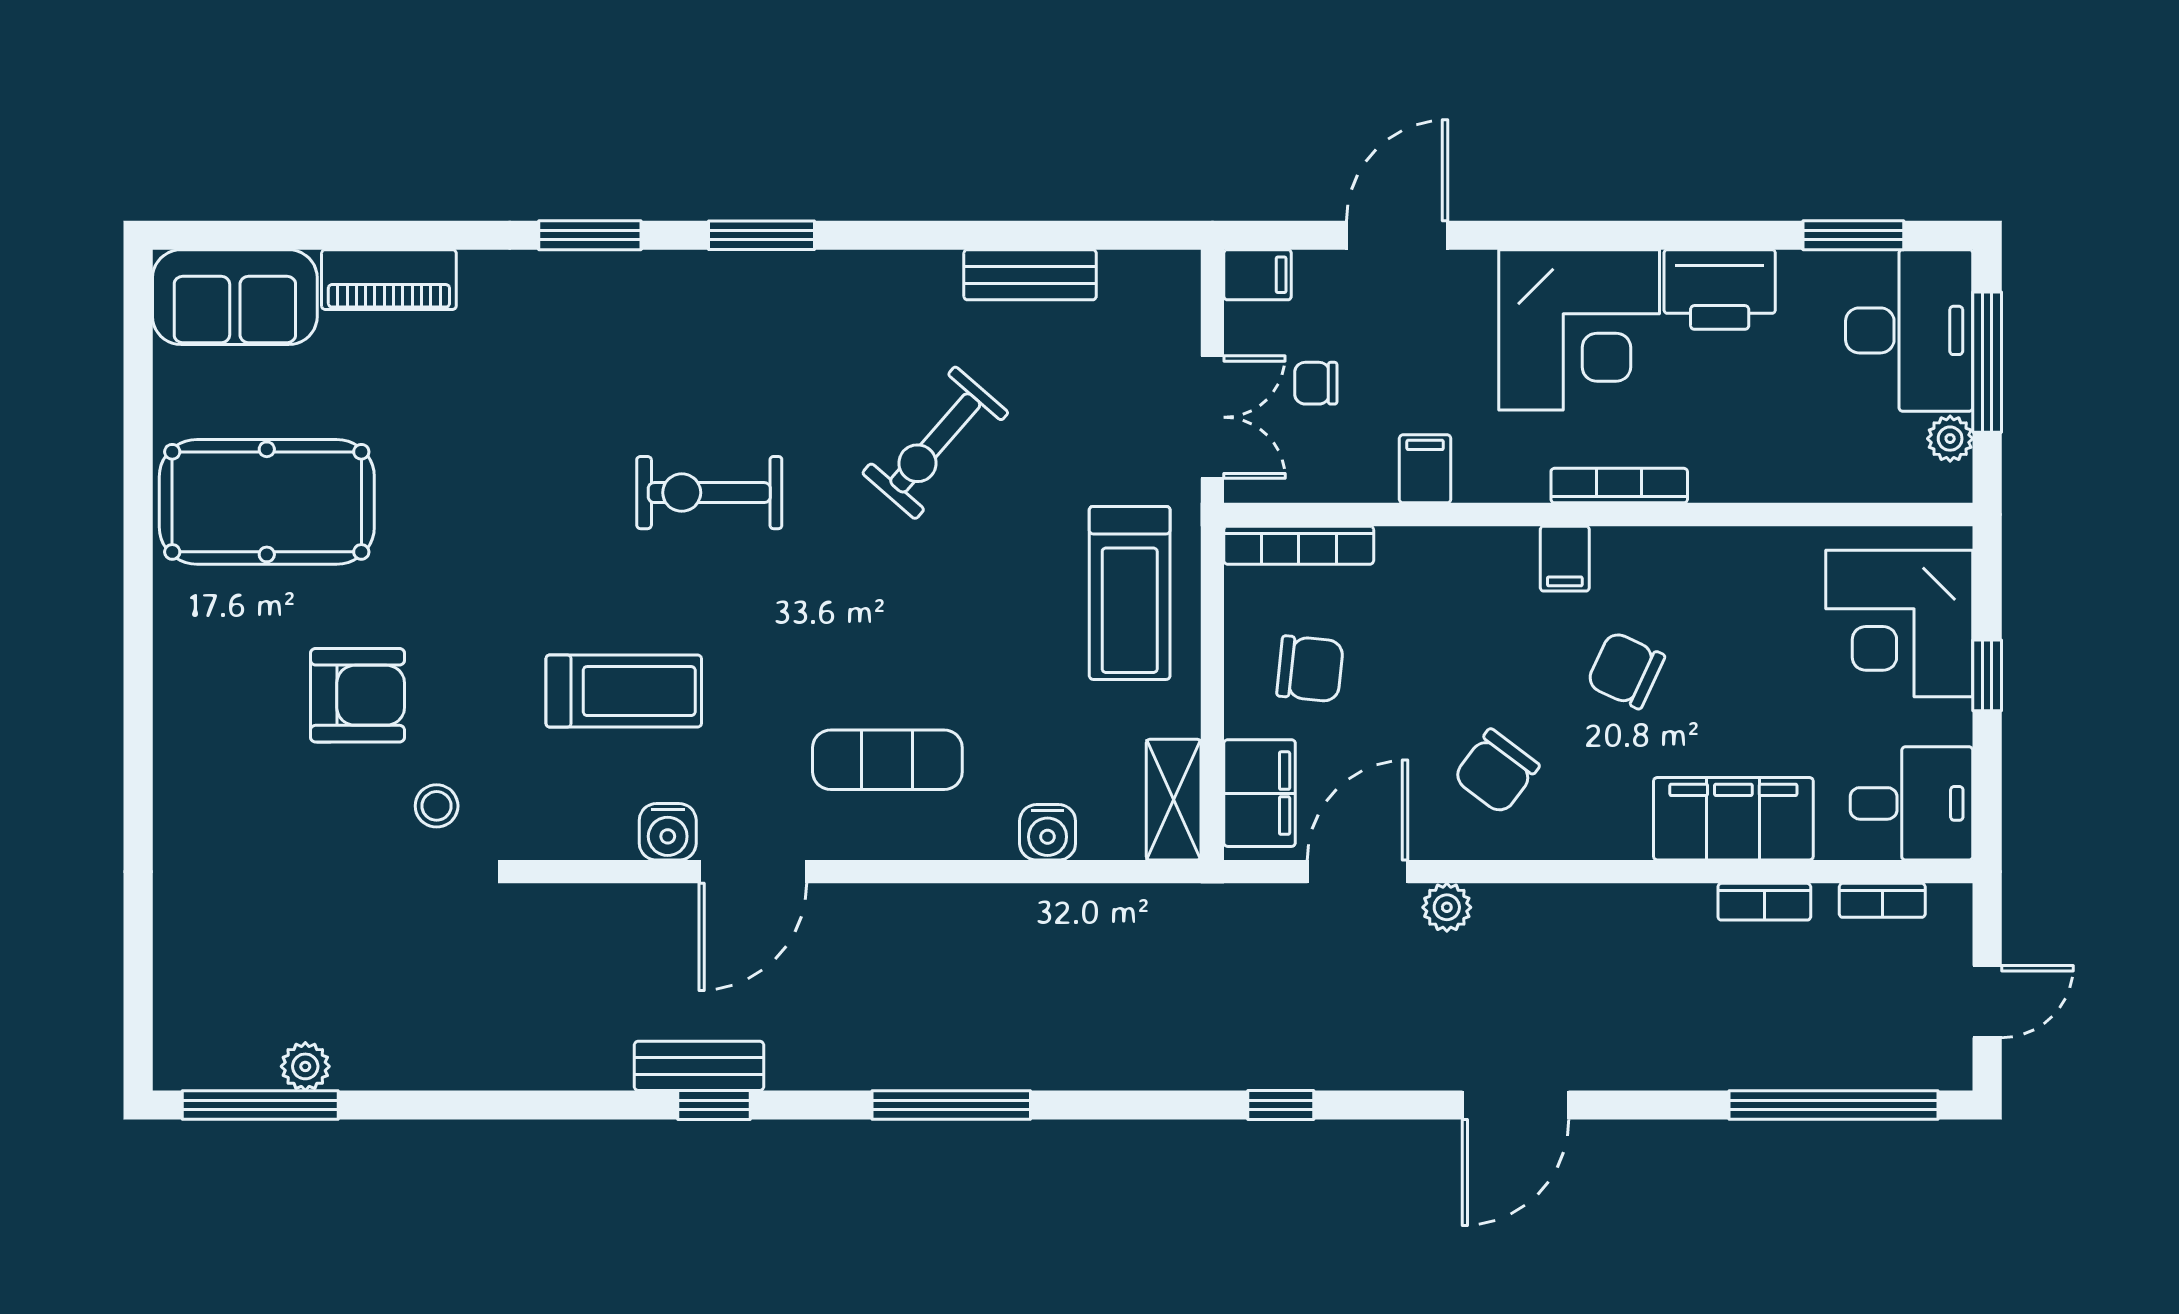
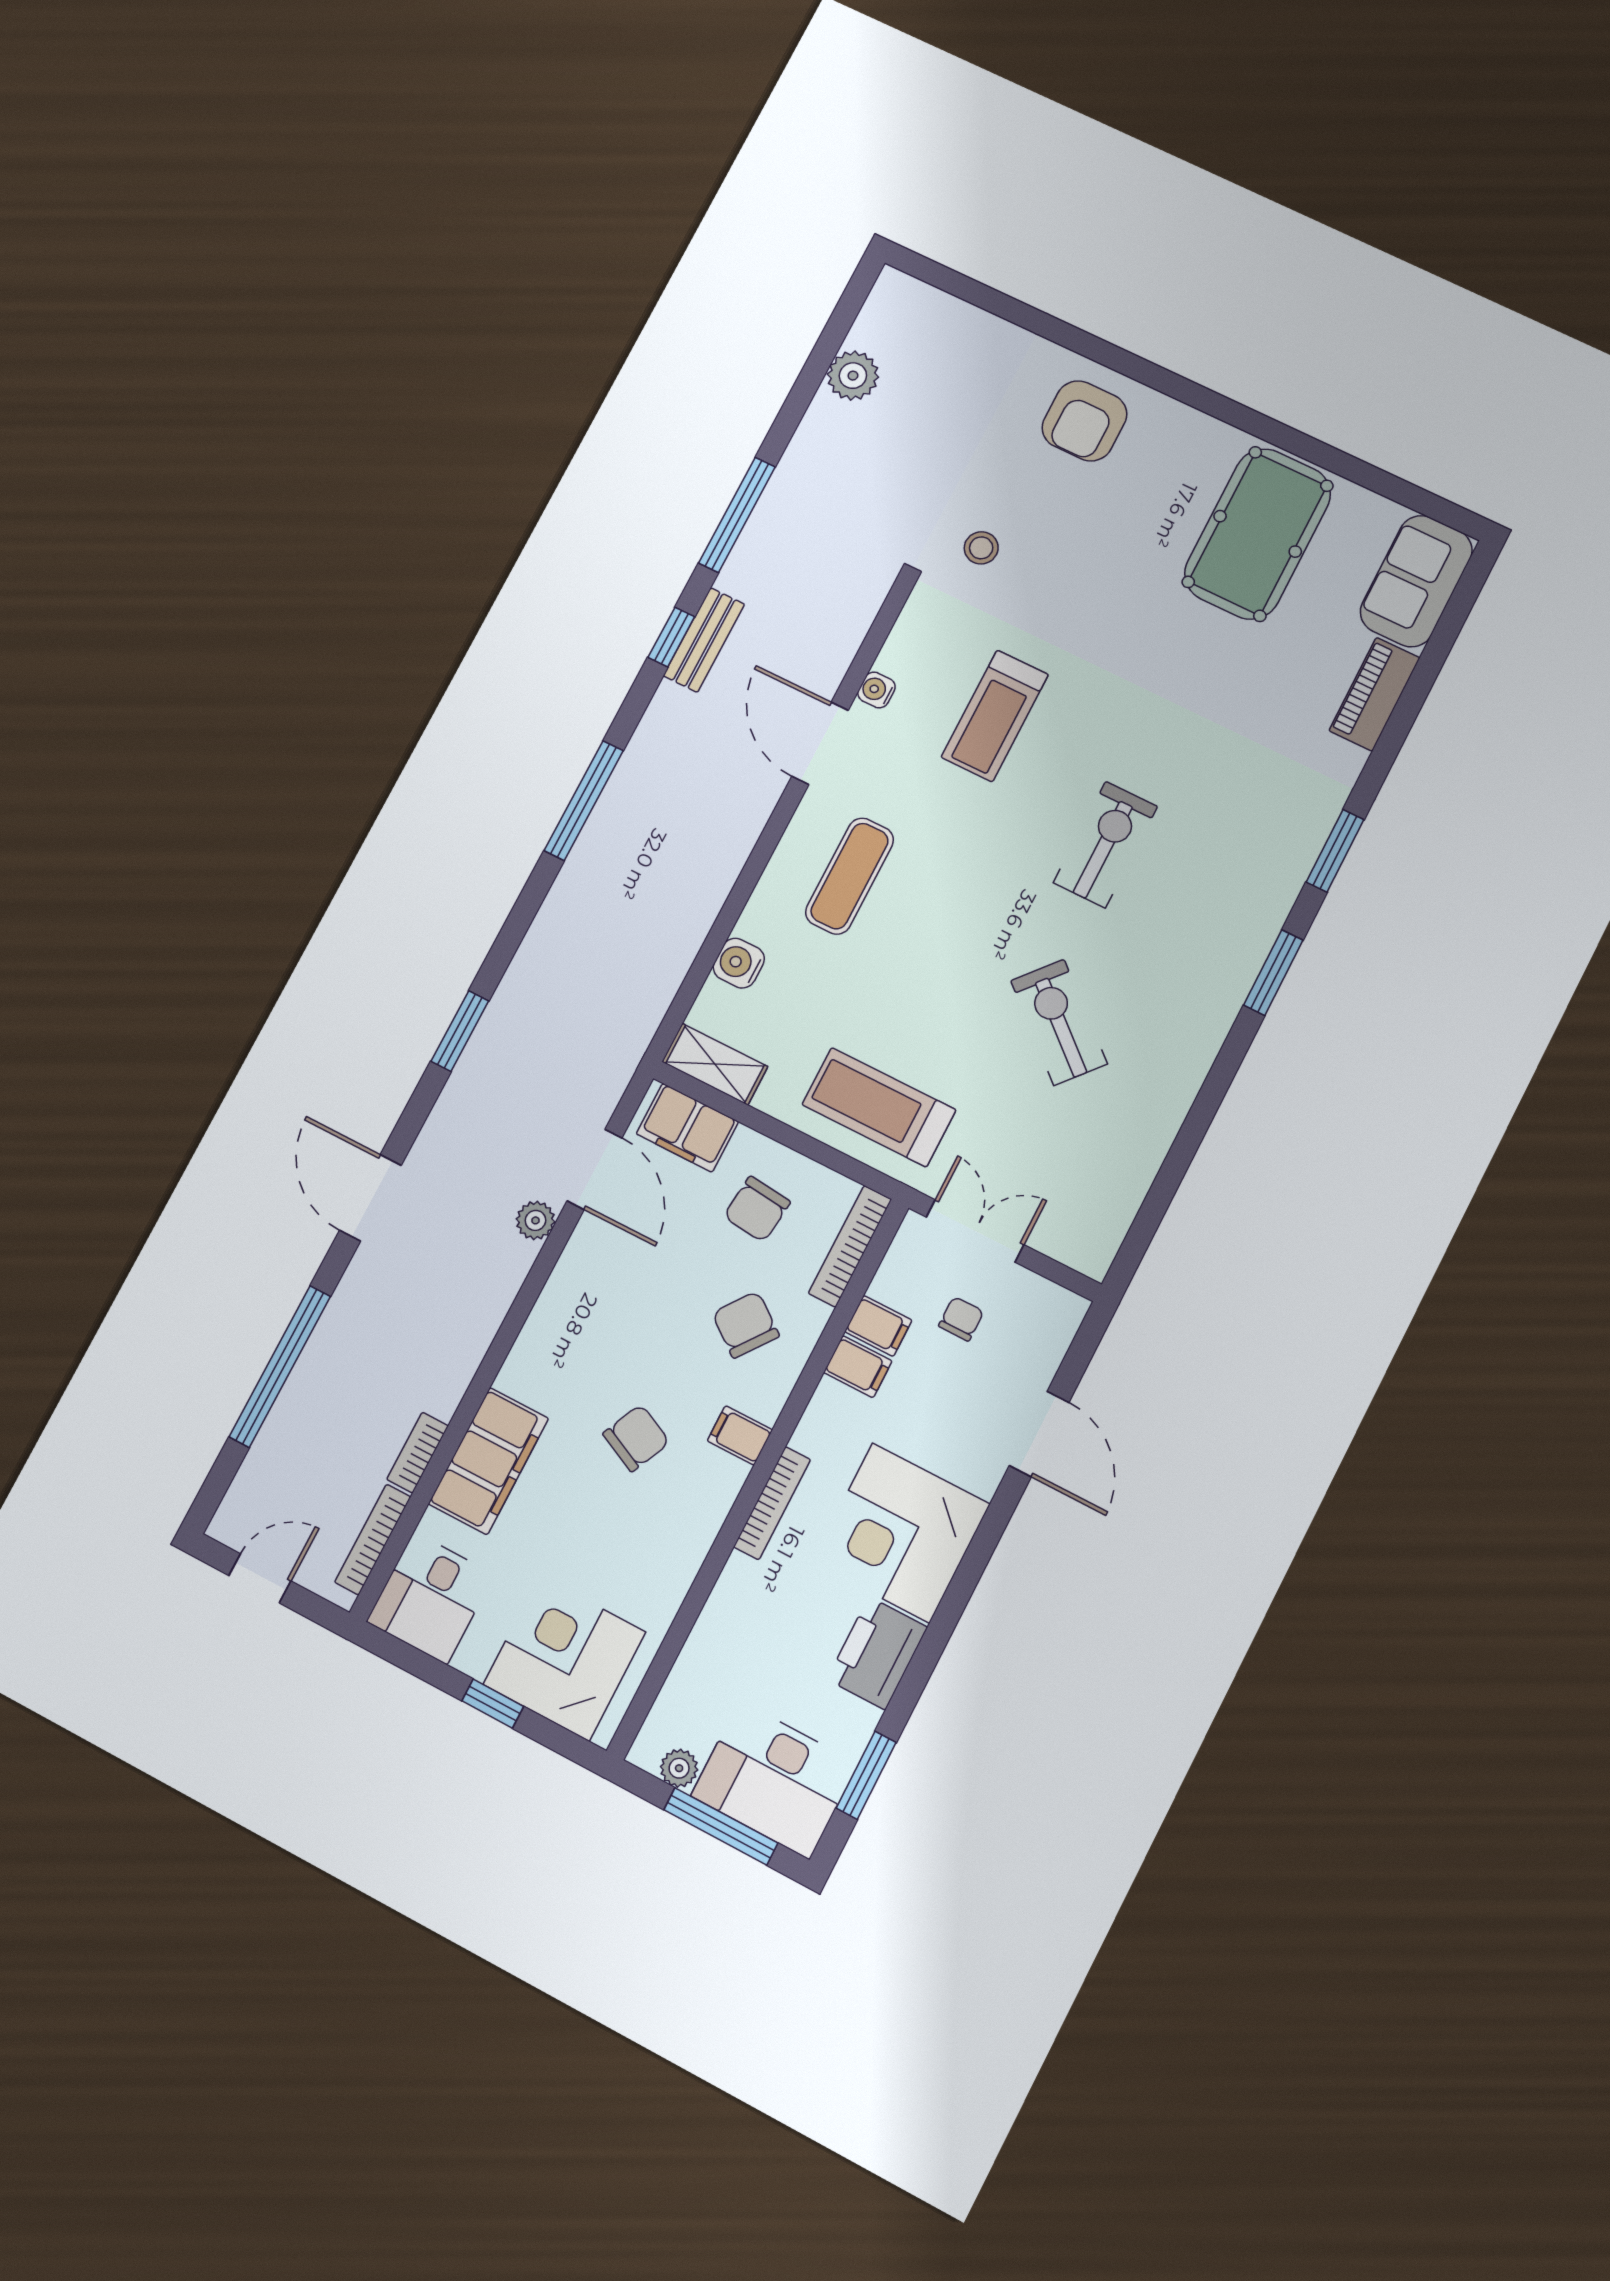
bench: (1030, 275) -> (1146, 1151), removed
filing cabinet: (1258, 275) -> (878, 1326), moved, turned -90
double door: (1212, 417) -> (975, 1231), swing flipped
armchair: (358, 695) -> (1084, 421), moved
chair: (1496, 772) -> (746, 1325), moved
water cooler: (668, 832) -> (876, 690), width x0.72, depth x0.72
bookcase: (1882, 900) -> (373, 1540), width x1.56
door: (1987, 1002) -> (260, 1578), swing flipped
plant: (305, 1066) -> (853, 376), width x1.38, depth x1.38
window: (260, 1105) -> (737, 515), moved
window: (1281, 1105) -> (460, 1031), width x1.50
window: (1834, 1105) -> (280, 1367), moved

